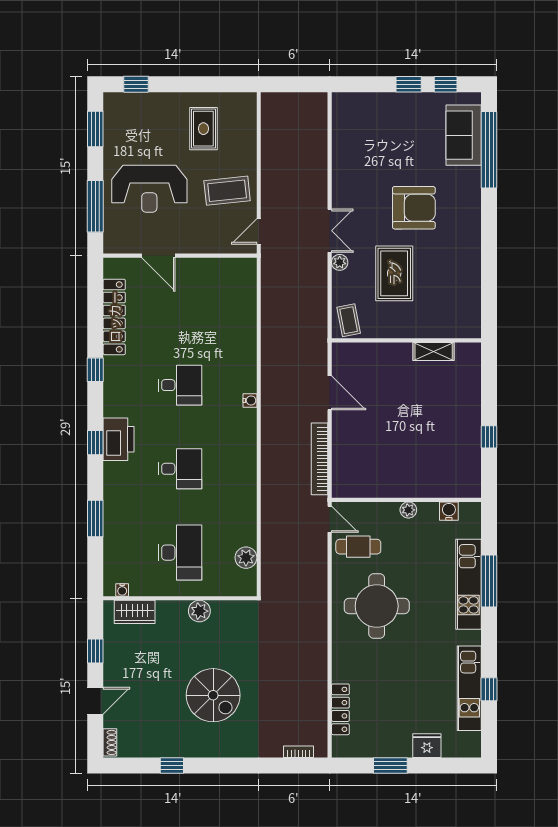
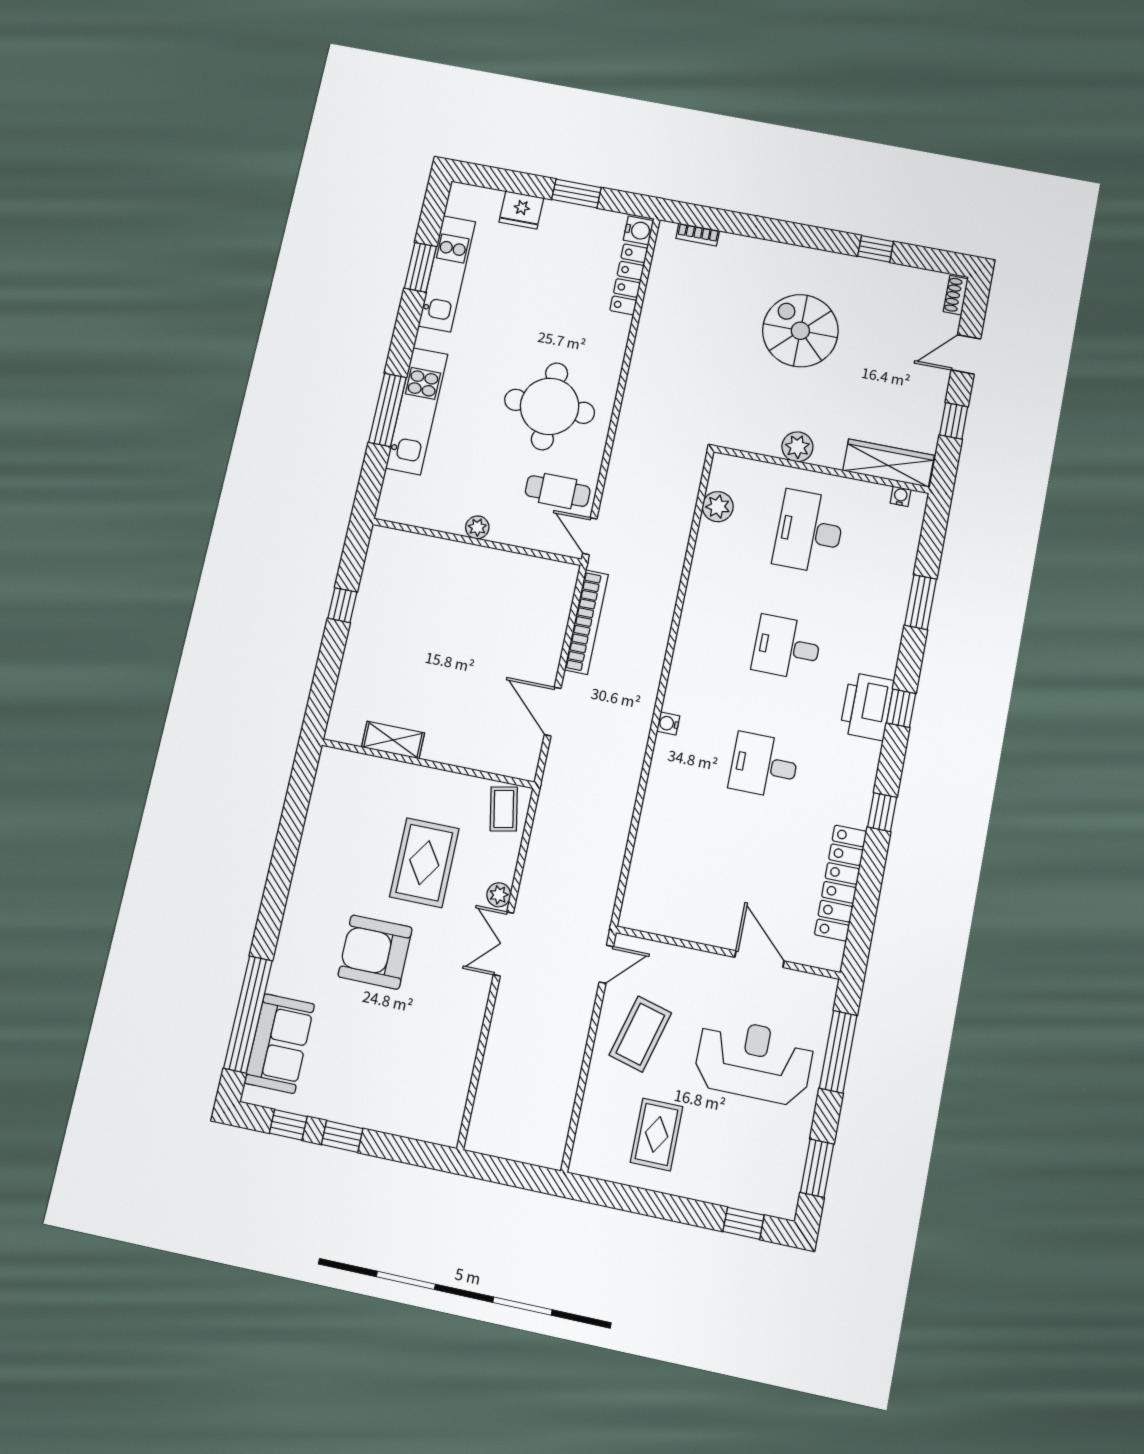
coffee table: (227, 191) -> (640, 1034), turned -69
water cooler: (449, 511) -> (638, 230), moved, turned -90
wardrobe: (135, 612) -> (888, 463), width x1.50
window: (489, 689) -> (420, 267), width x1.50

